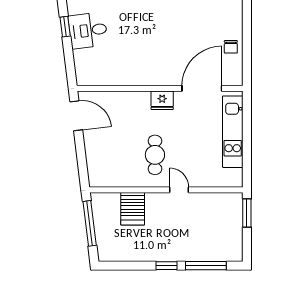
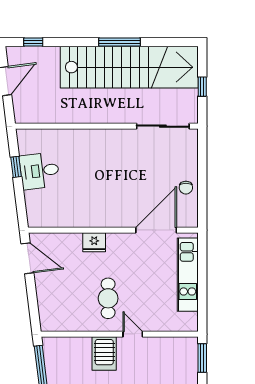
fridge: (162, 100) -> (94, 242), moved
server rack: (133, 209) -> (104, 354), moved

